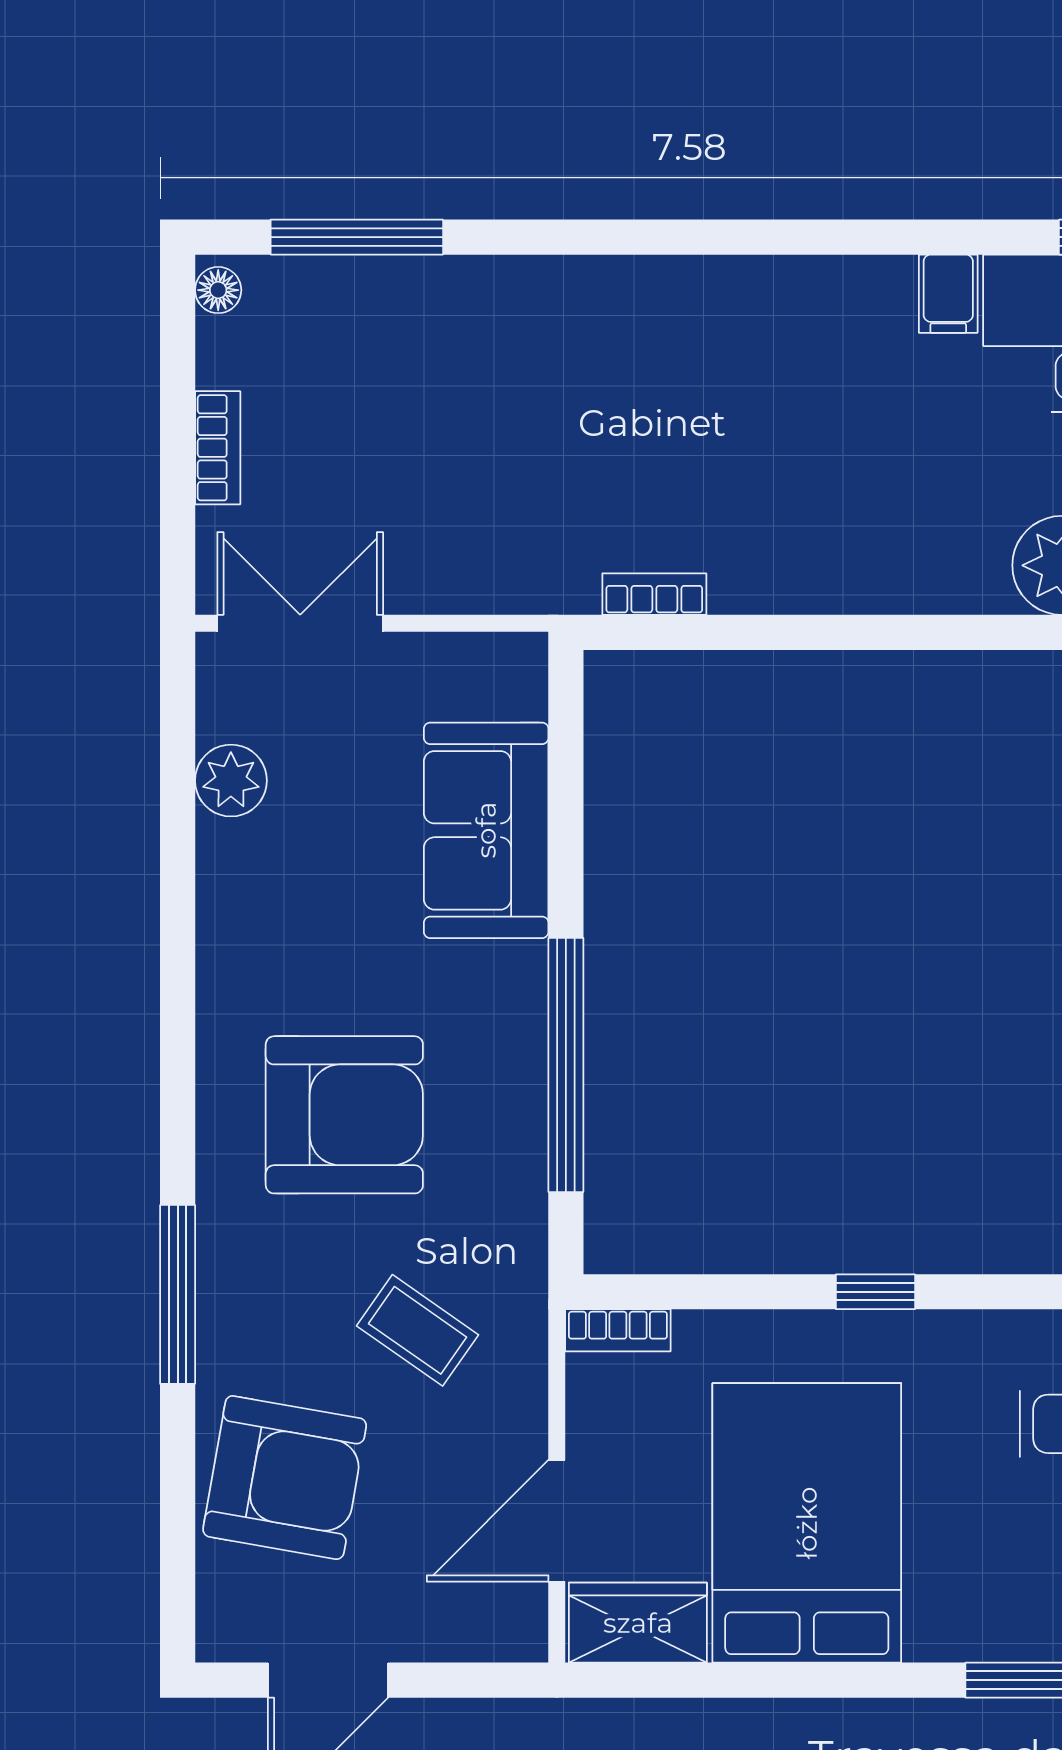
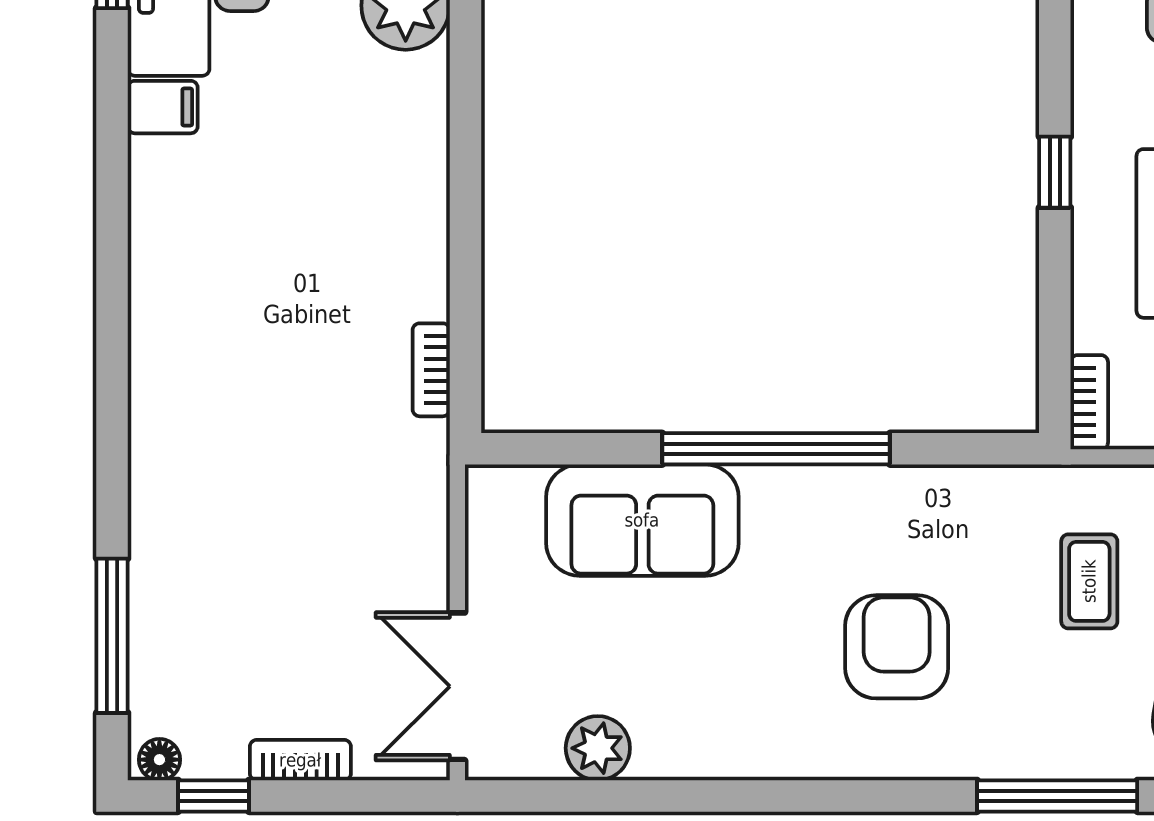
window: (178, 351) -> (214, 796), added
window: (566, 1065) -> (776, 449), moved
armchair: (344, 1115) -> (897, 647), width x0.73, depth x0.73
coffee table: (418, 1330) -> (1089, 581), turned -35

